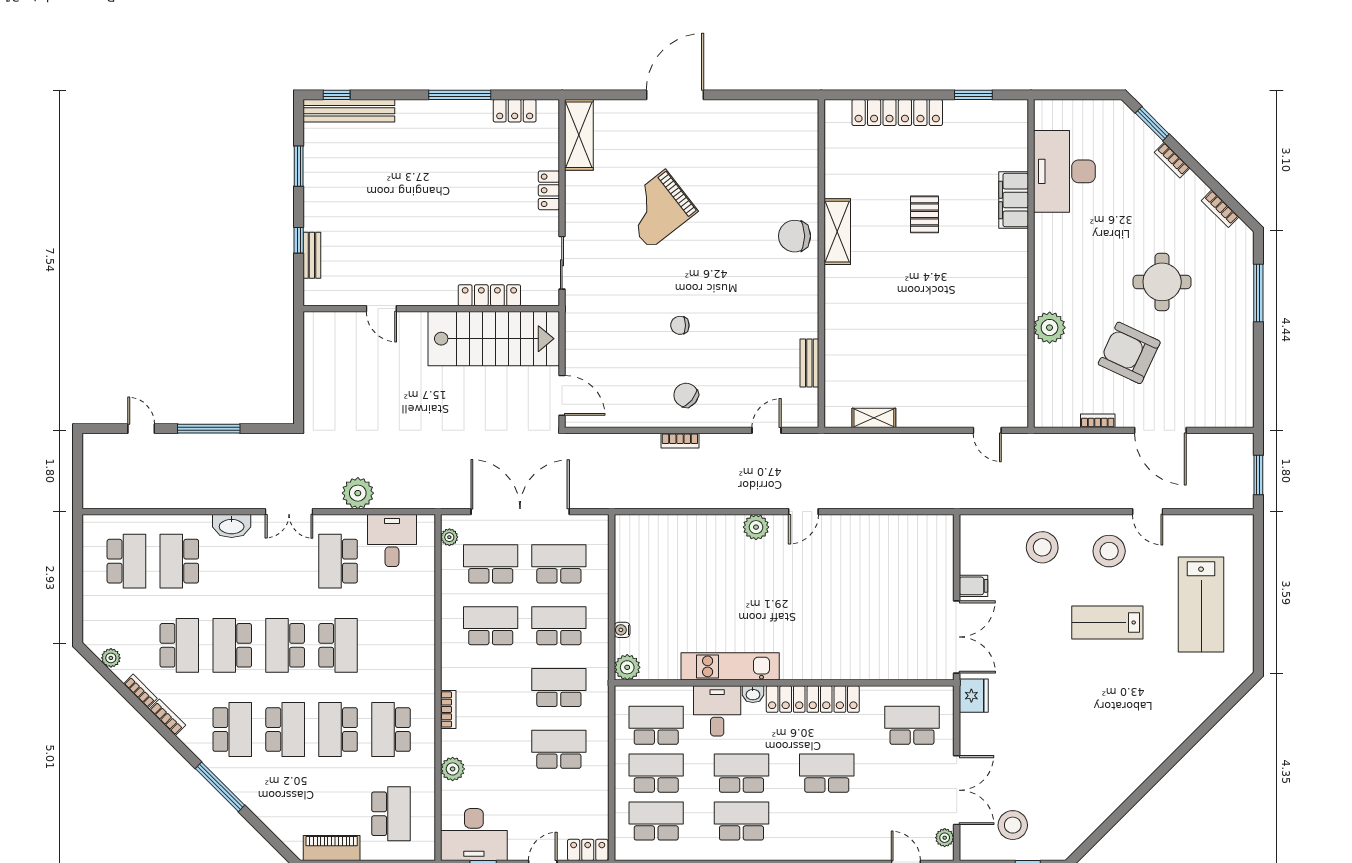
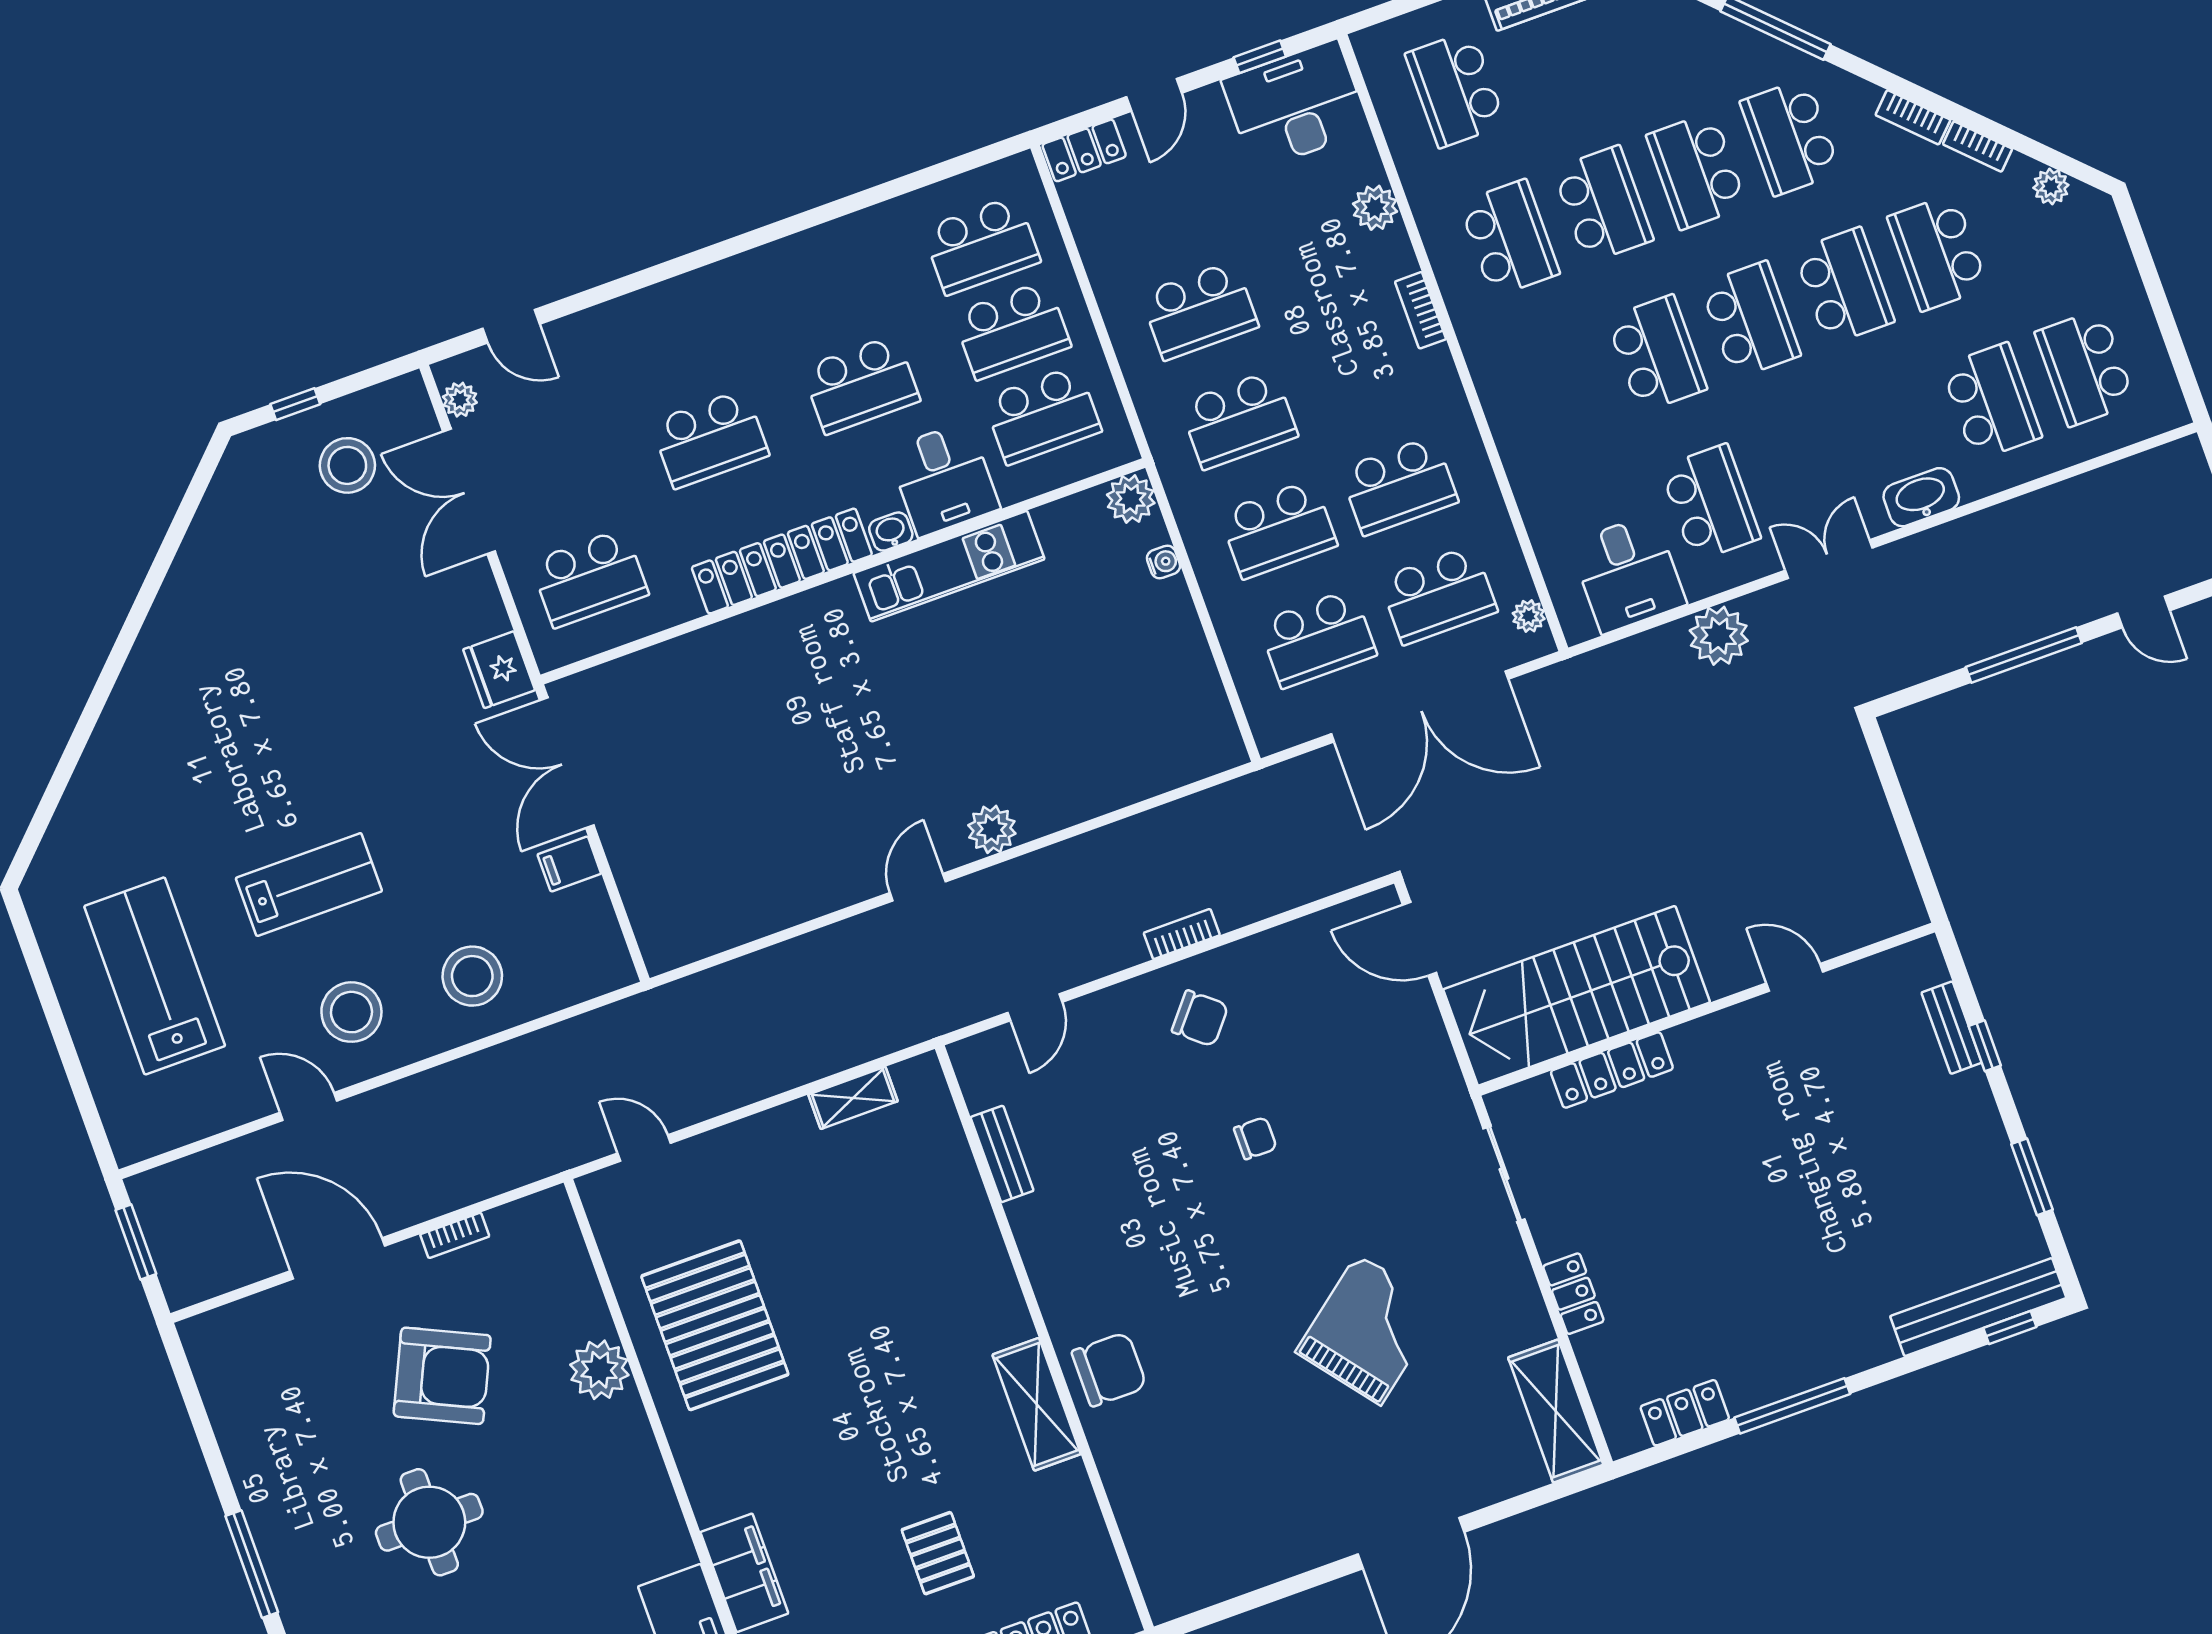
pallet: (924, 214) -> (938, 1553), moved
pallet: (984, 329) -> (715, 1325), added
school desk: (338, 645) -> (1657, 354), turned 180
school desk: (741, 821) -> (830, 300), removed

